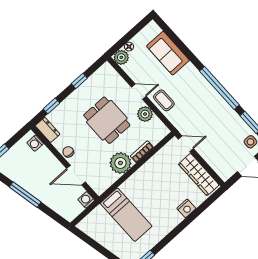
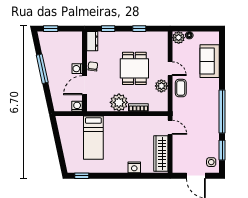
washing machine: (35, 143) -> (77, 69), moved
door: (76, 175) -> (85, 85), hinge flipped

